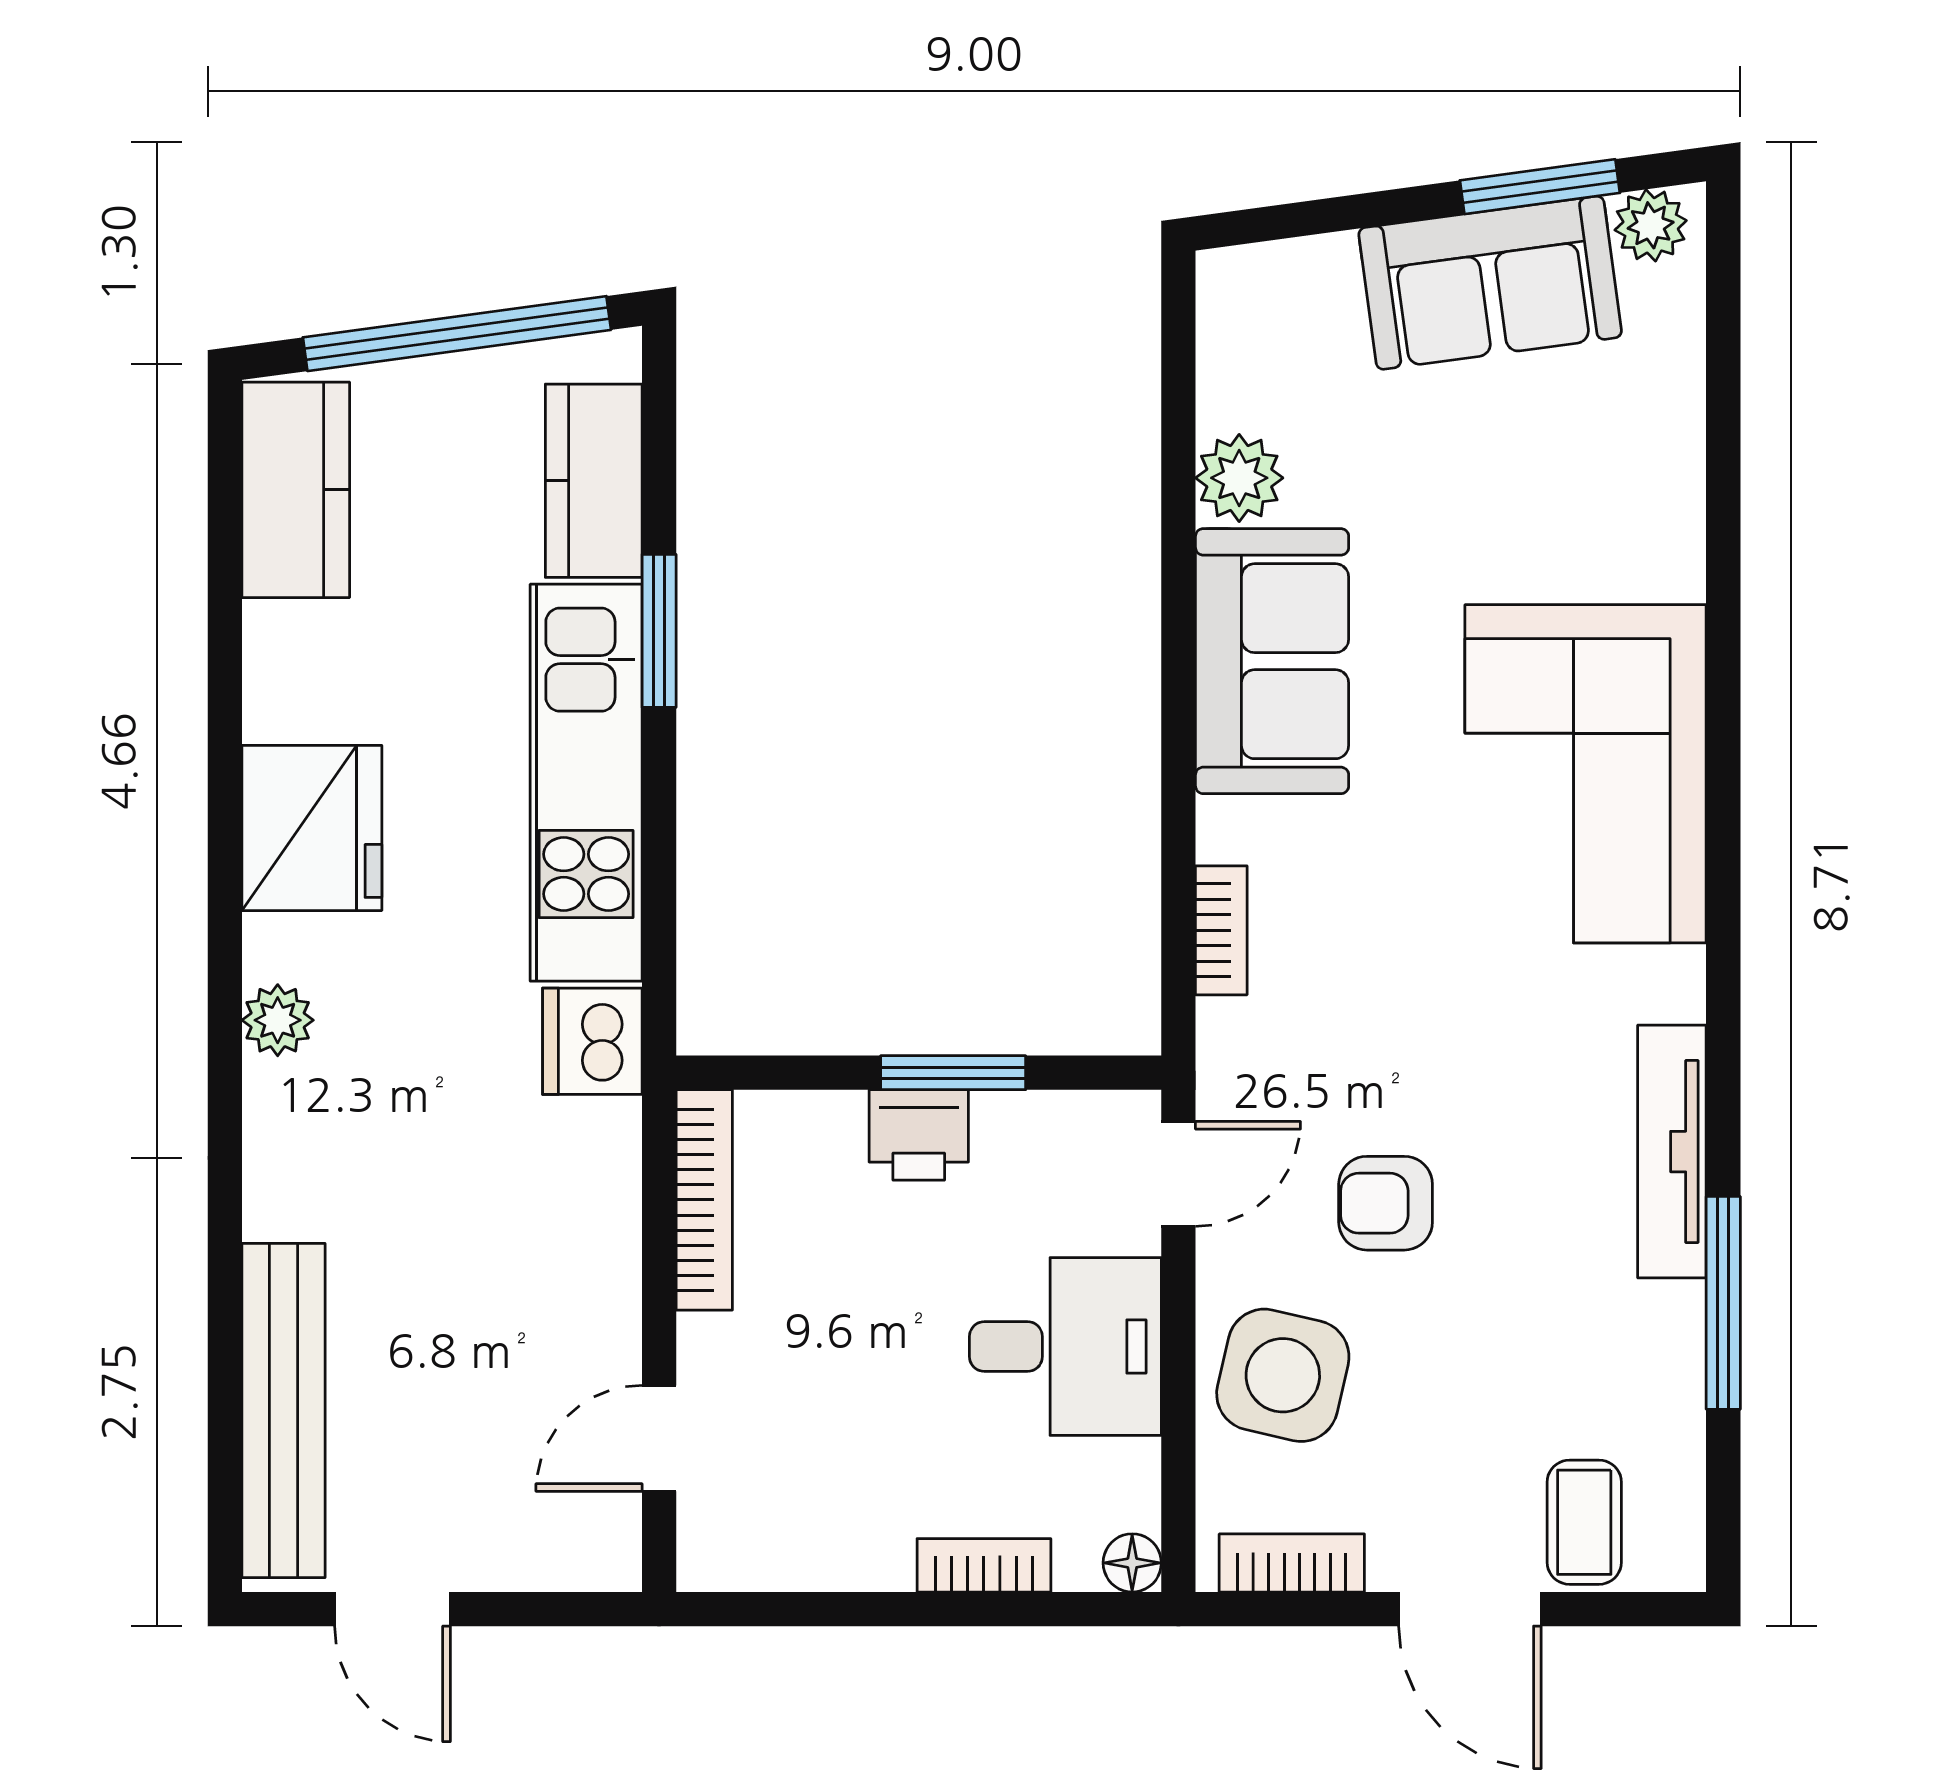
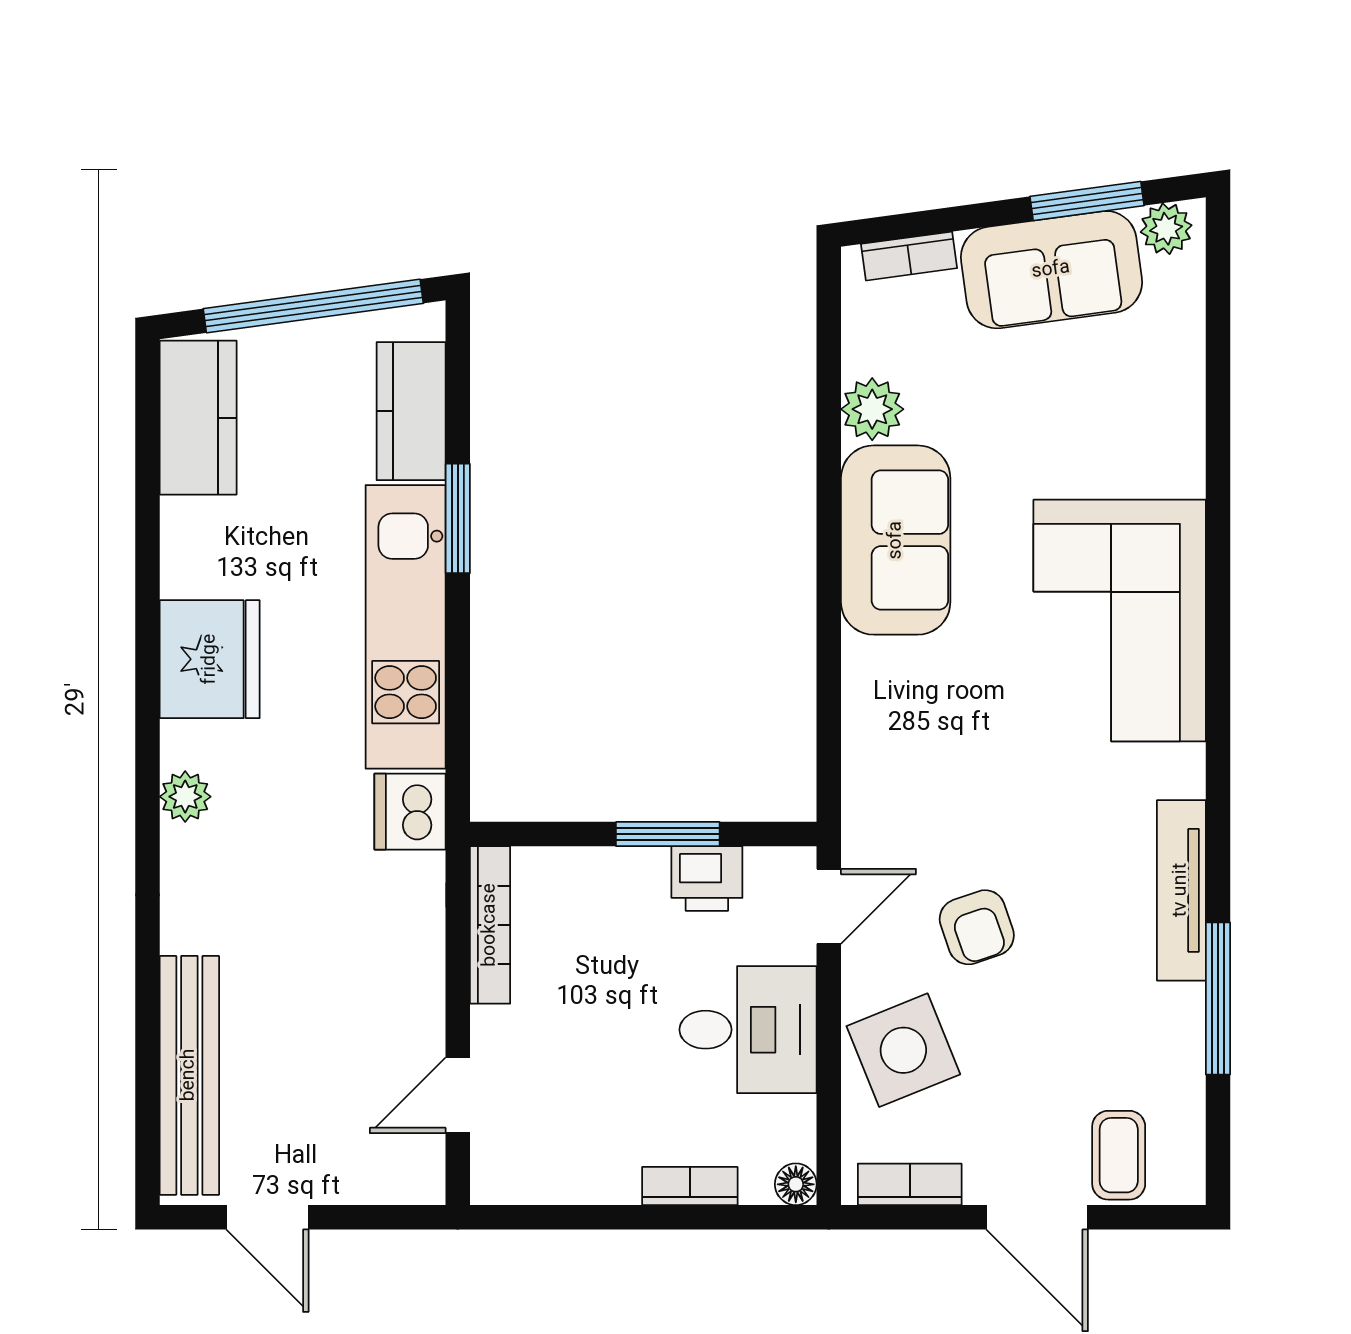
bookcase: (1221, 930) -> (909, 256), moved, turned 82
printer: (919, 1135) -> (707, 879), moved
armchair: (1386, 1203) -> (977, 927), turned -109
side table: (1283, 1375) -> (903, 1050), turned -35

